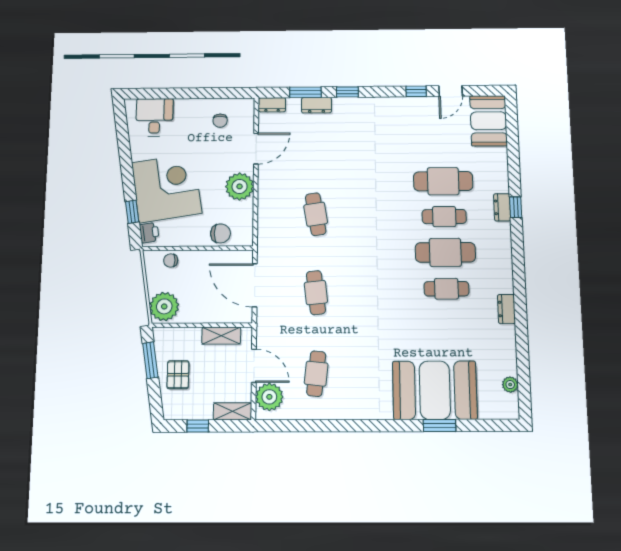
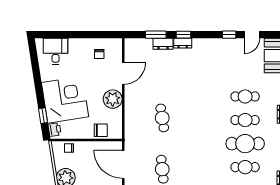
dresser: (272, 105) -> (183, 43), moved
cafe table: (443, 181) -> (245, 96), width x0.73, depth x0.74

